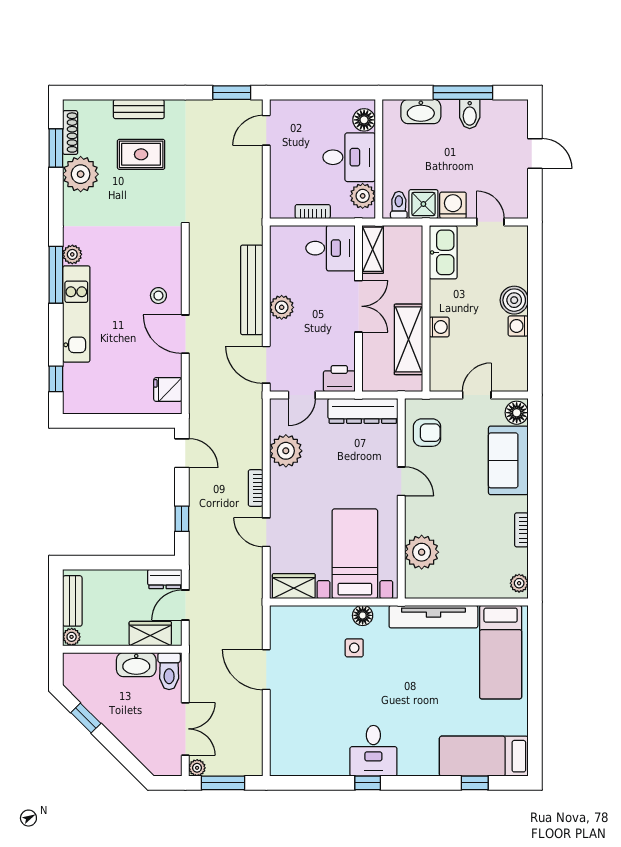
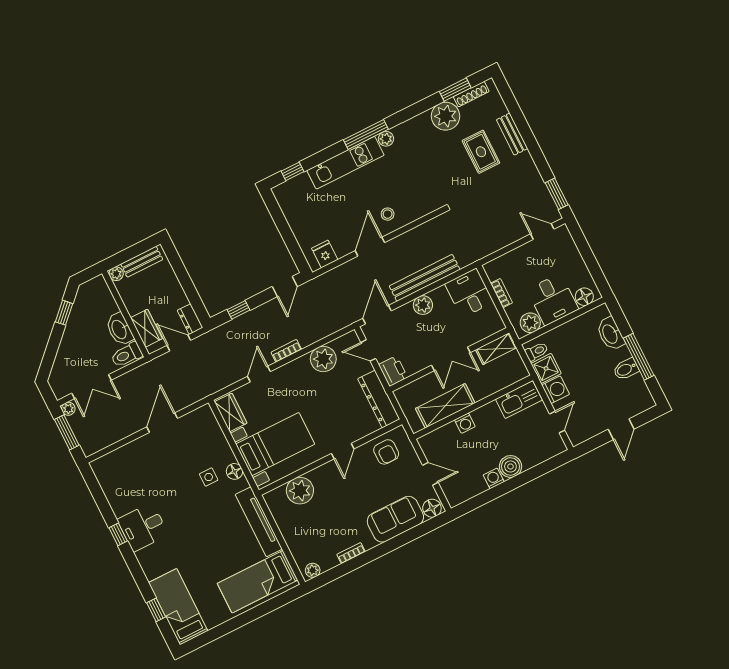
desk: (330, 248) -> (469, 293), moved, turned 180

